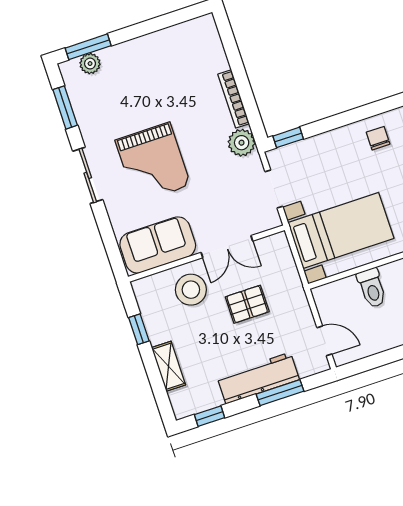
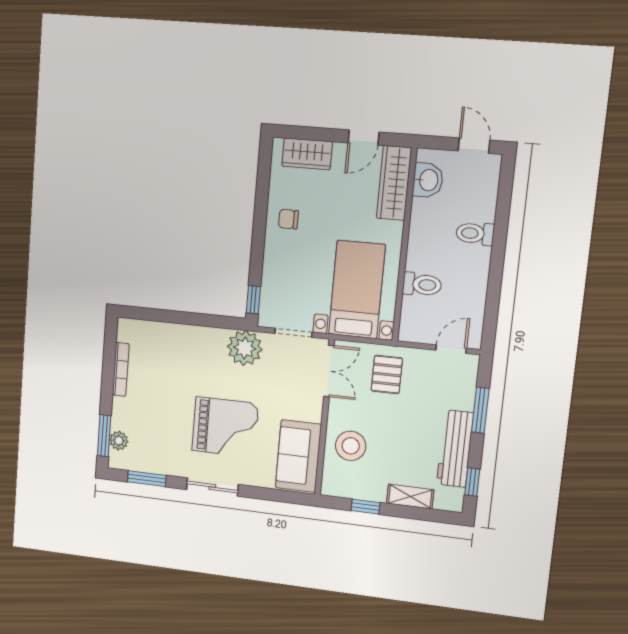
bookcase: (234, 99) -> (121, 369), moved, turned -90
plant: (242, 143) -> (245, 348), width x1.36, depth x1.36
double door: (227, 247) -> (329, 371), moved
pallet: (247, 304) -> (387, 375), moved
workbench: (258, 378) -> (455, 449), moved

